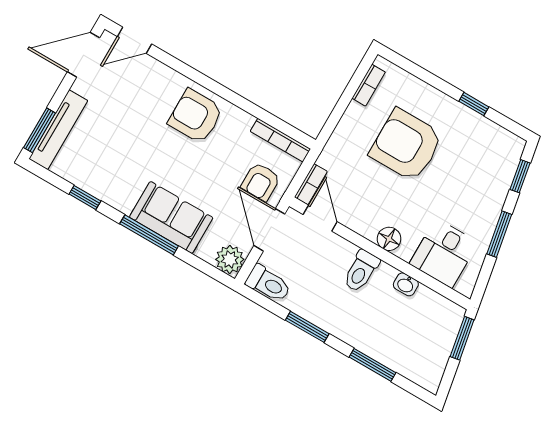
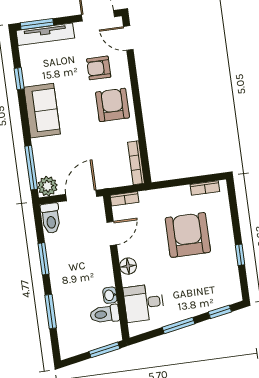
armchair: (261, 182) -> (99, 68), moved
sofa: (171, 217) -> (42, 111), moved
door: (320, 218) -> (112, 233), moved
window: (149, 235) -> (31, 168), moved
toilet: (361, 271) -> (105, 314), moved

